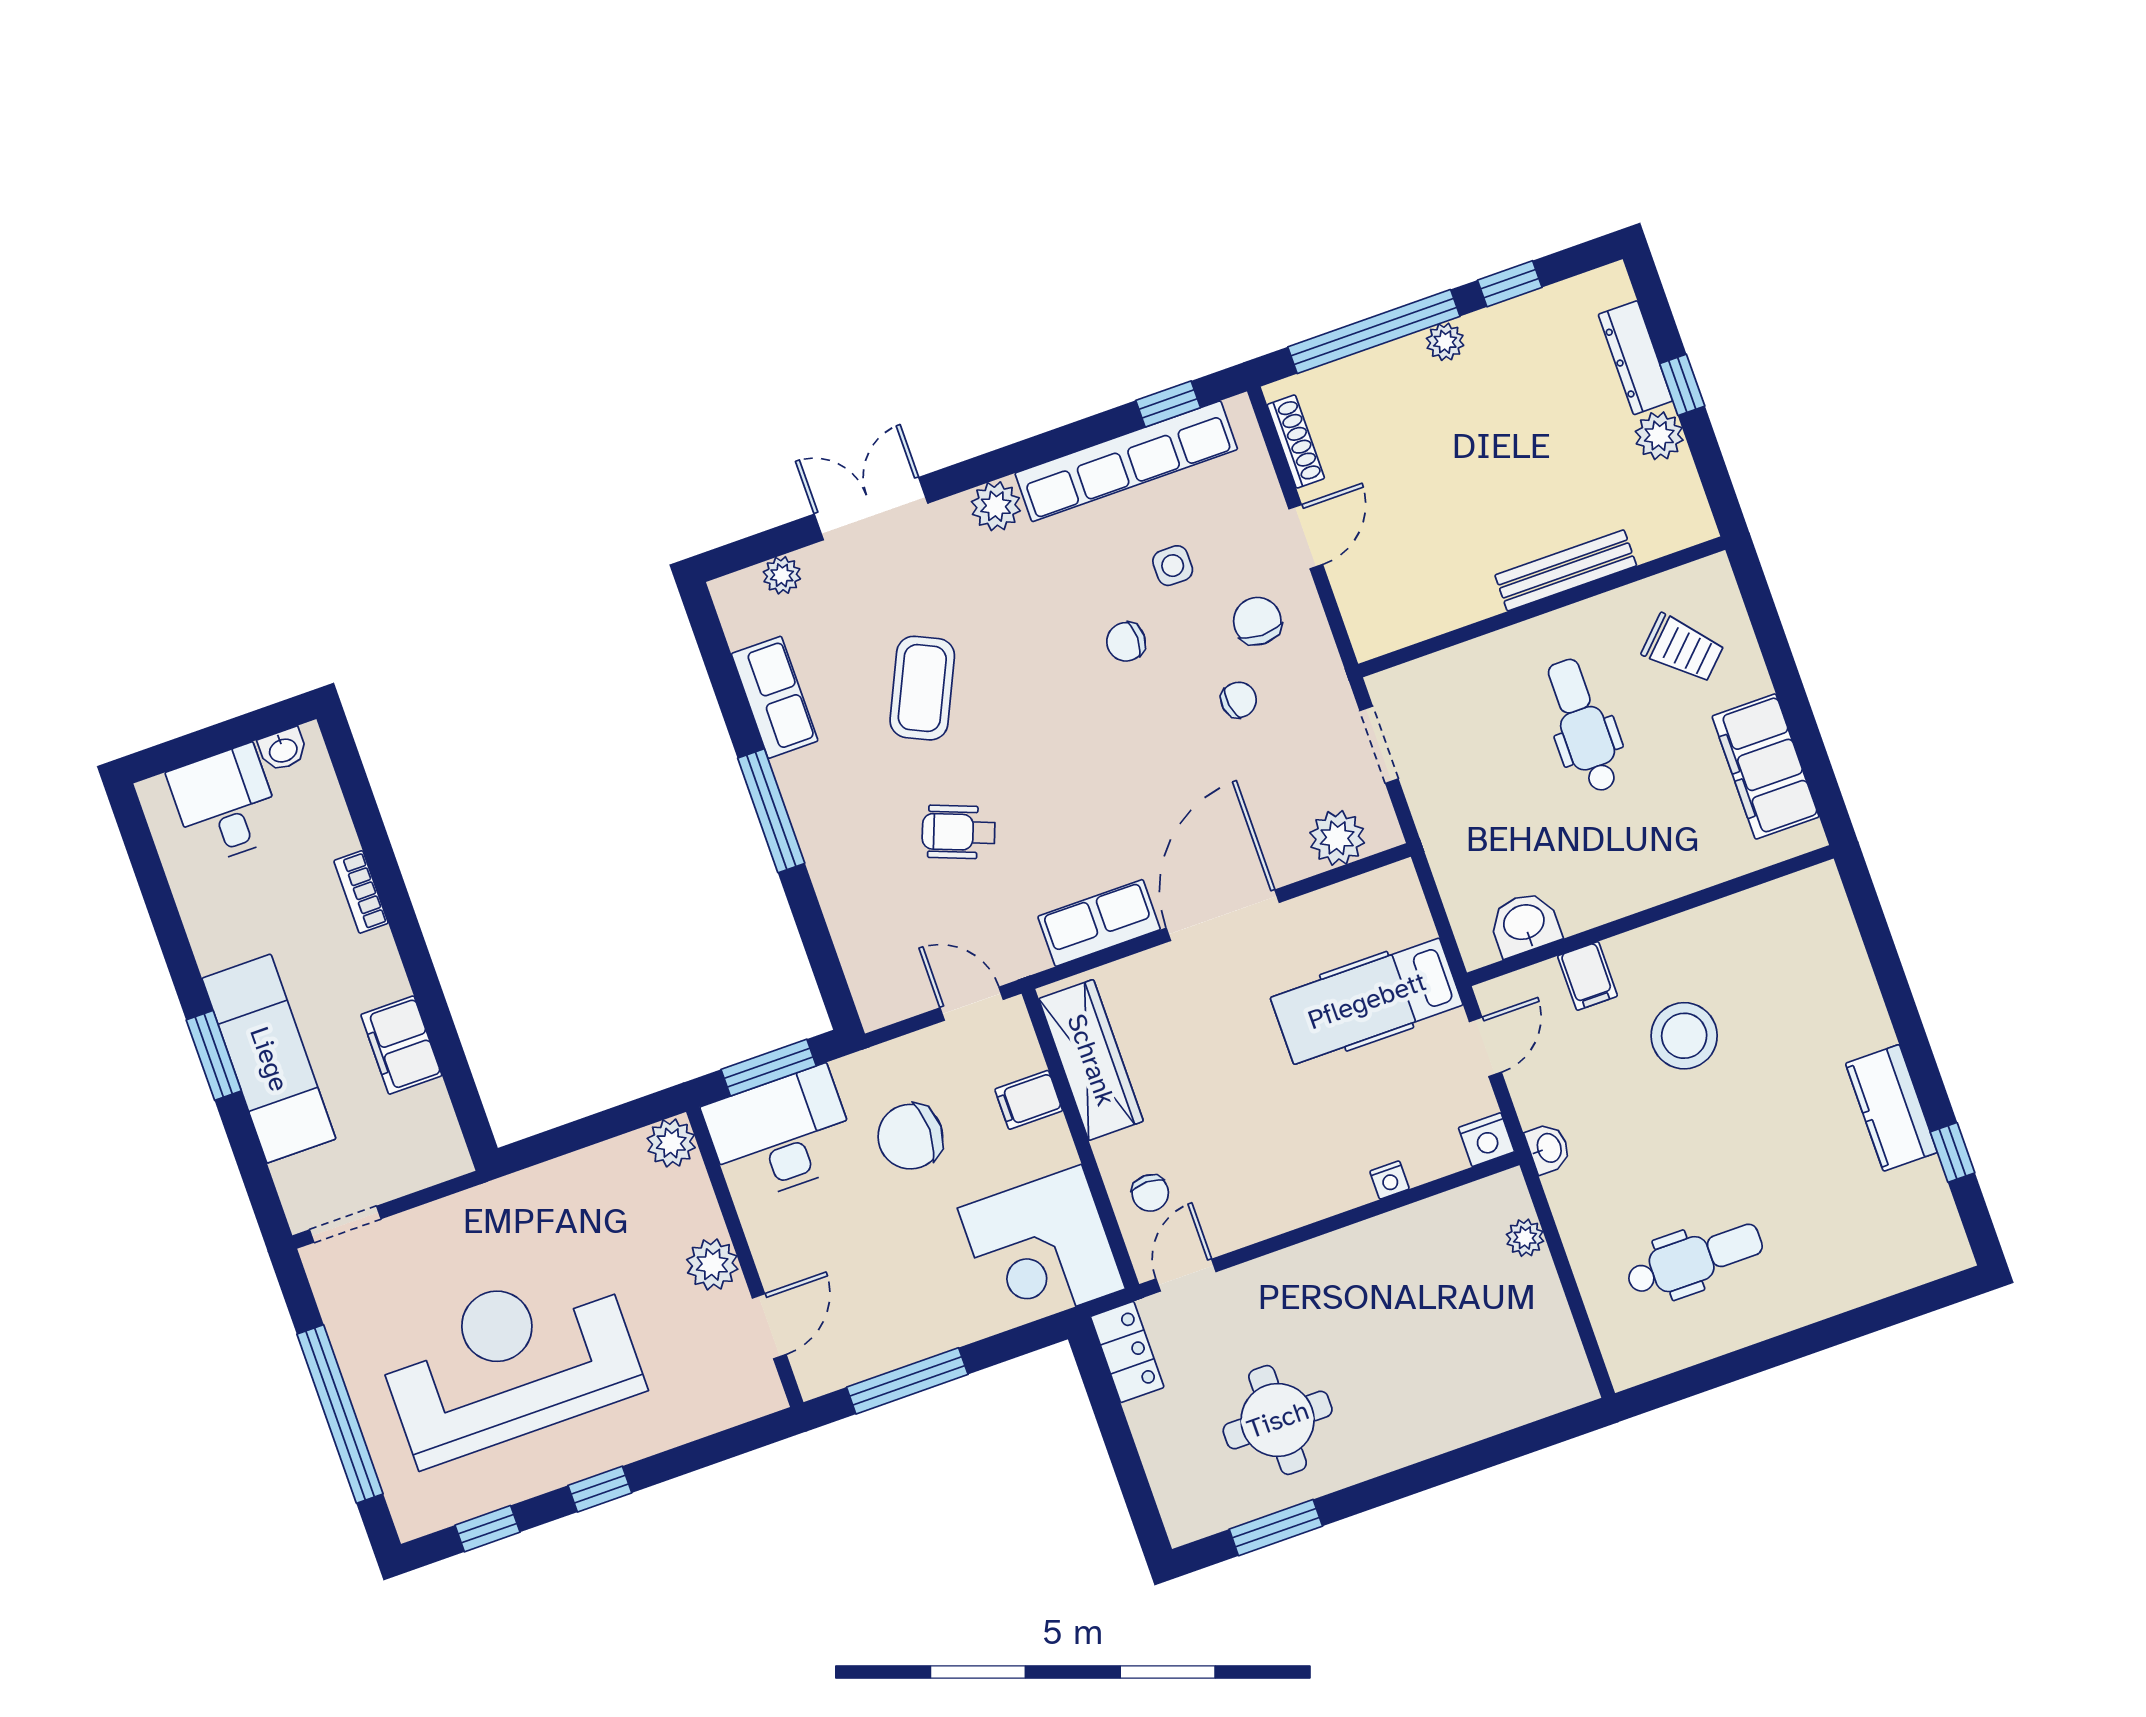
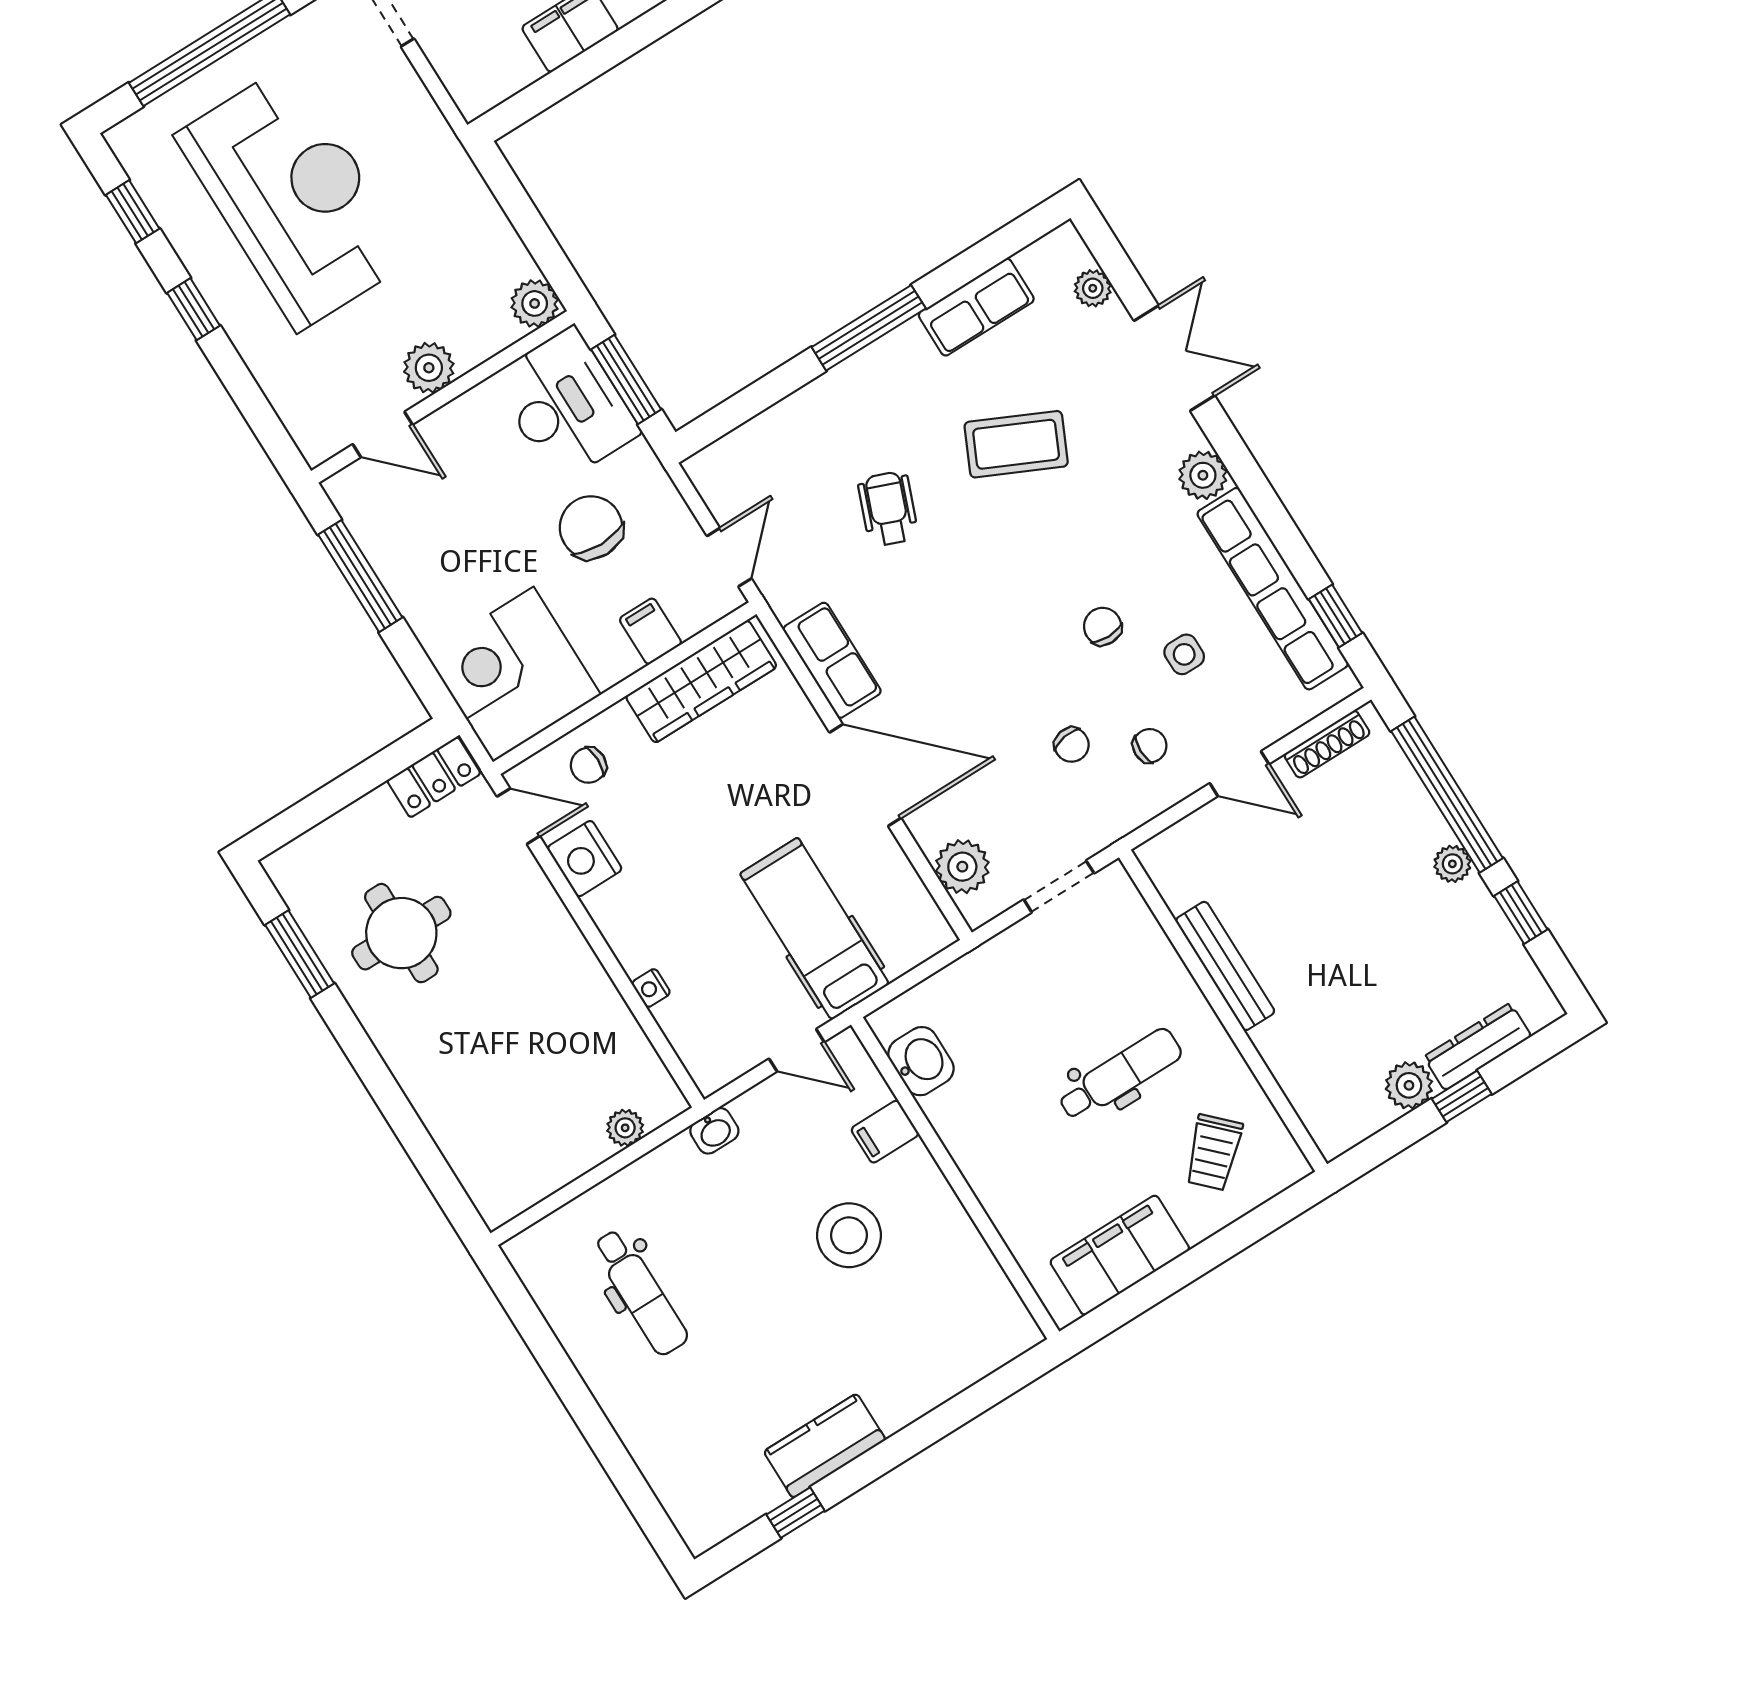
bench: (1566, 570) -> (1225, 966), moved
chair: (1257, 621) -> (1150, 746), width x0.73, depth x0.73
nightstand: (1486, 1140) -> (585, 859), moved, width x1.36, depth x1.33

